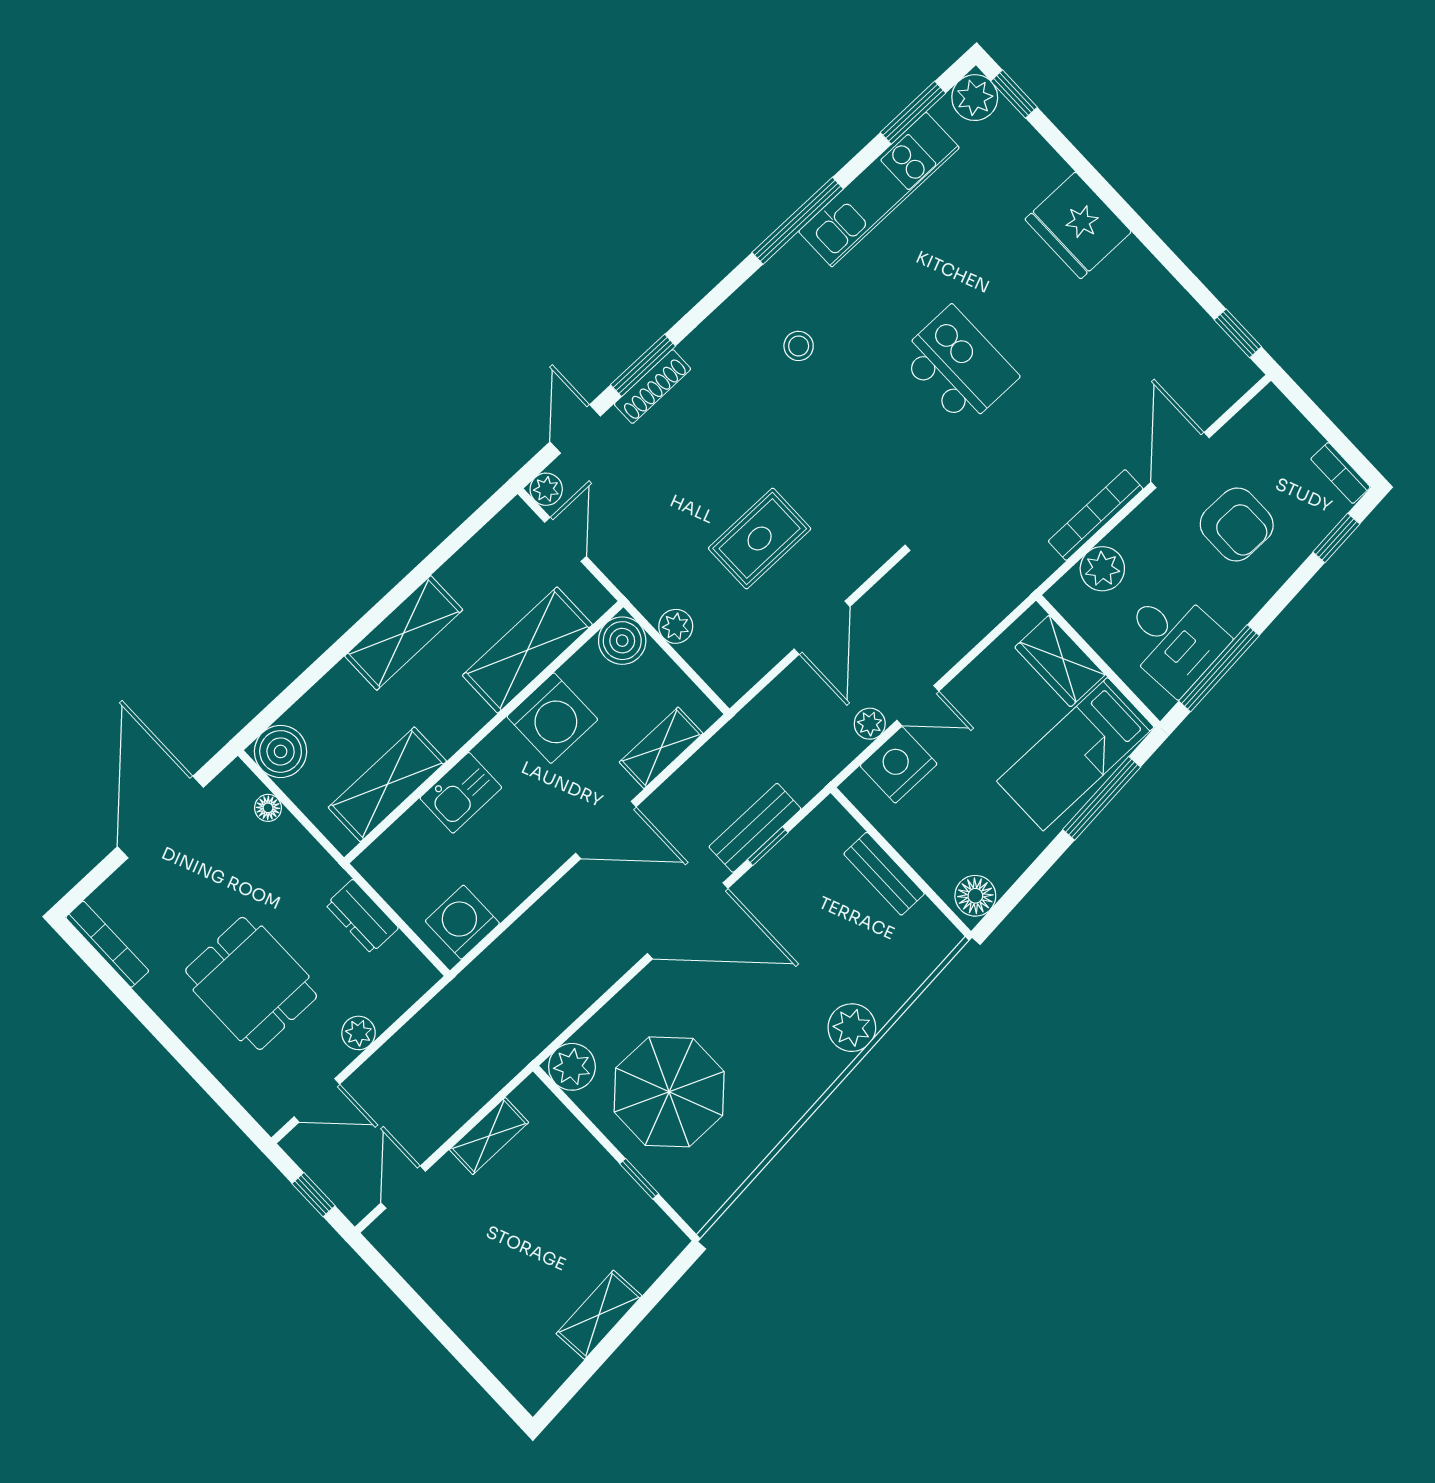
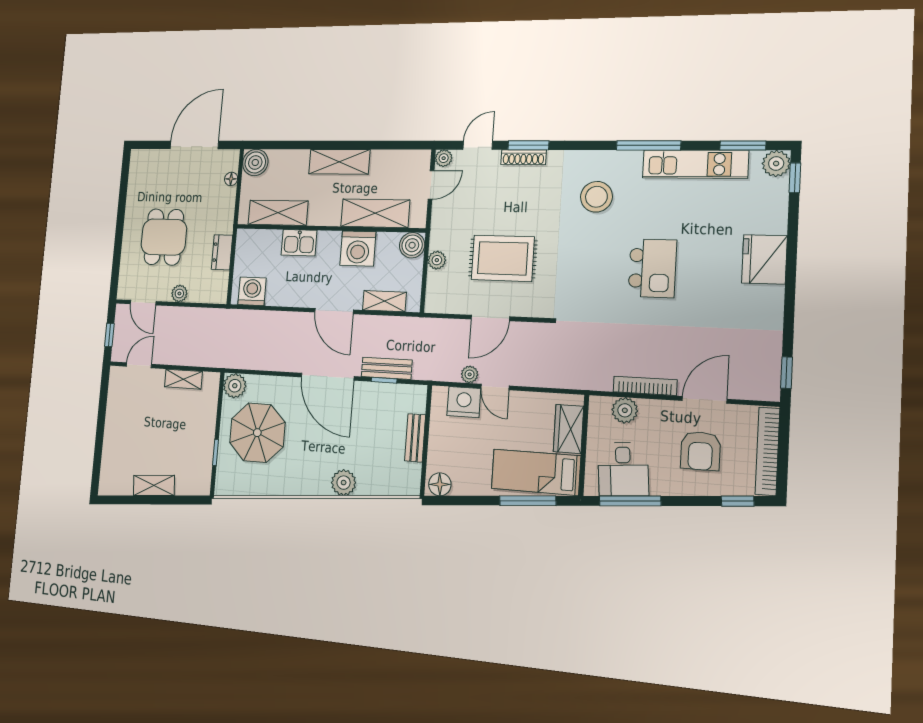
stool: (799, 346) -> (596, 197), width x1.89, depth x1.89
bookcase: (1340, 473) -> (767, 451), width x2.31, depth x1.31
rug: (760, 538) -> (503, 258), width x1.36, depth x1.43
bookcase: (107, 944) -> (134, 173), removed

